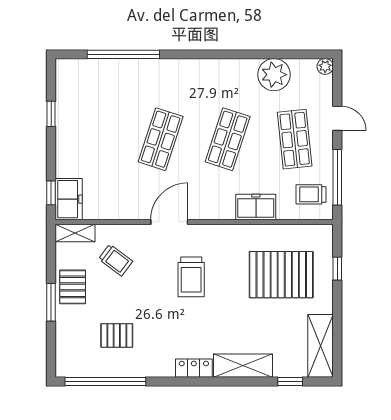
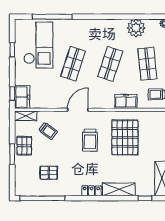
checkout: (98, 105) -> (38, 45), added
pallet: (281, 275) -> (125, 137), moved, turned 90

